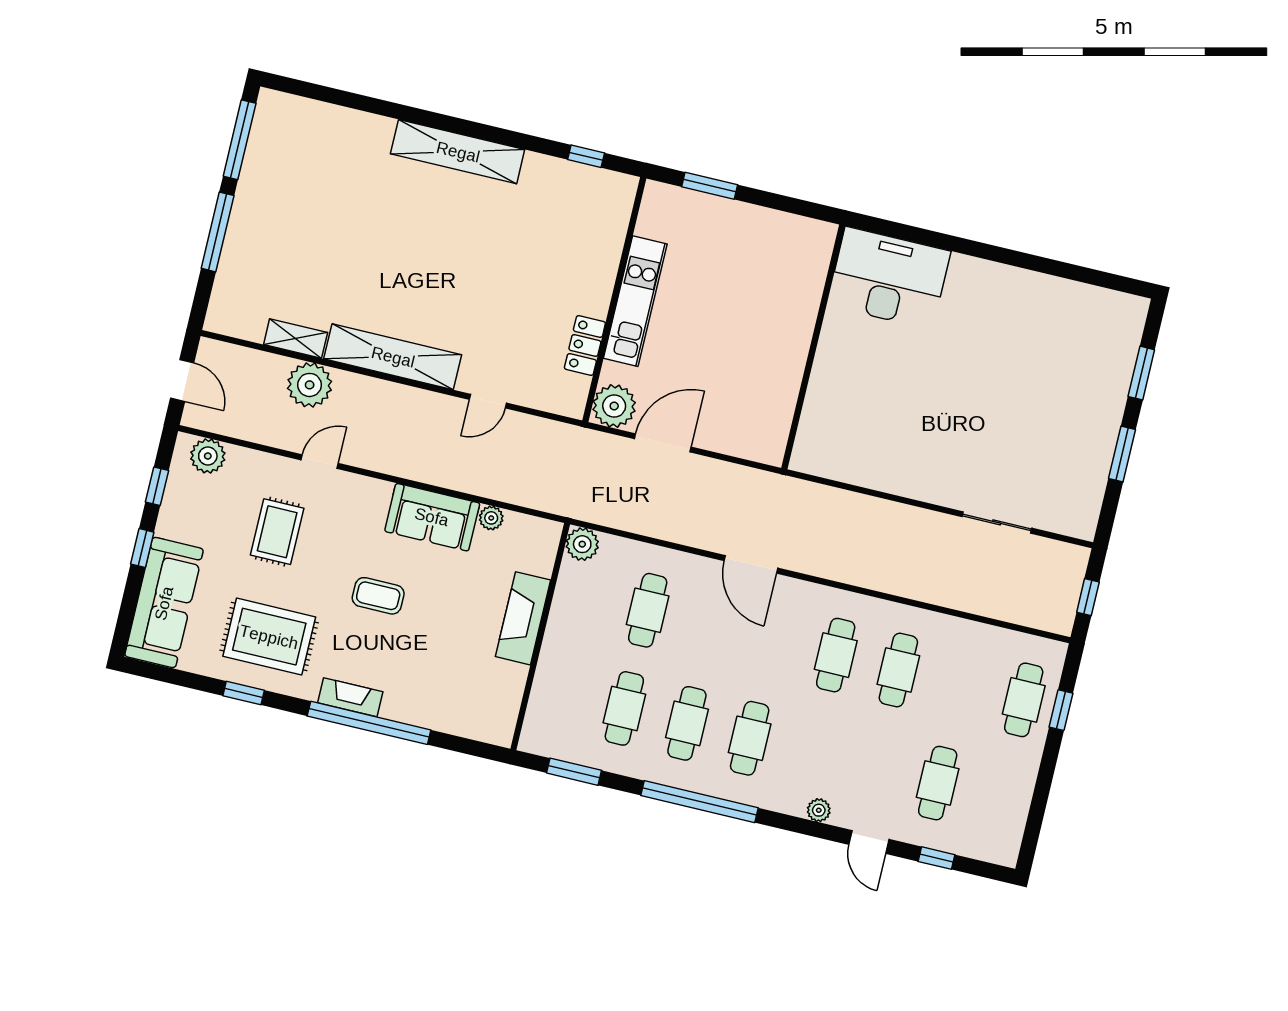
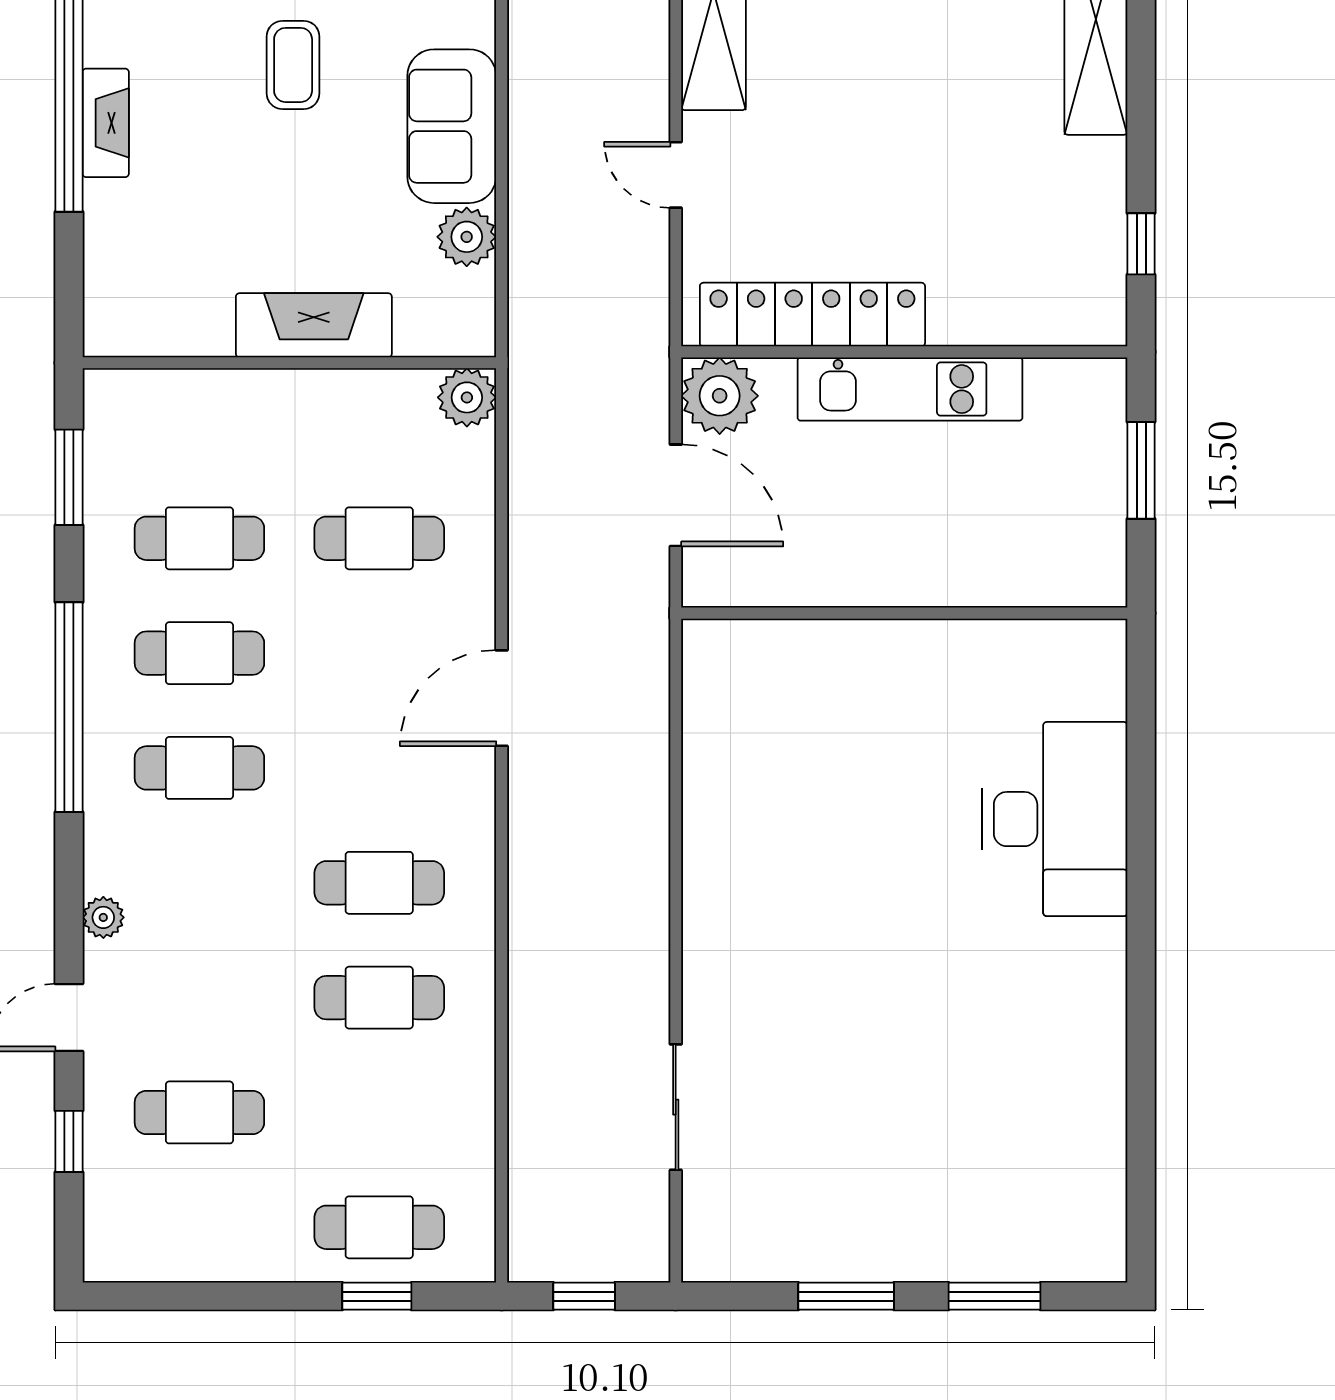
locker: (585, 346) -> (812, 315), width x2.16, depth x1.21
wall: (813, 347) -> (904, 613), moved
plant: (491, 518) -> (467, 237), width x1.38, depth x1.38
fireplace: (350, 697) -> (106, 123), moved

